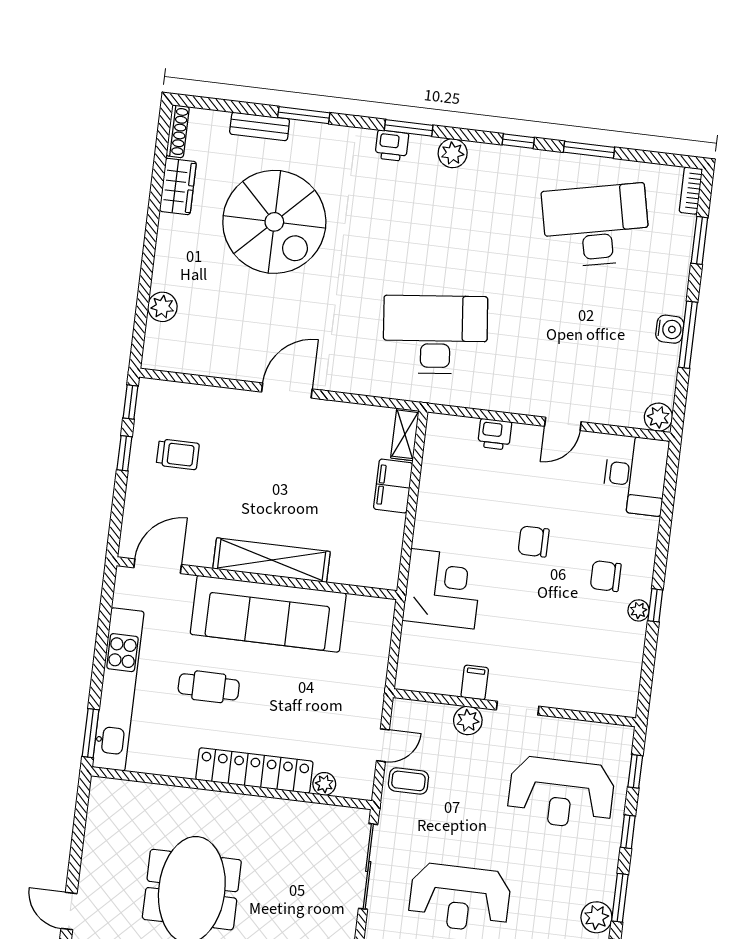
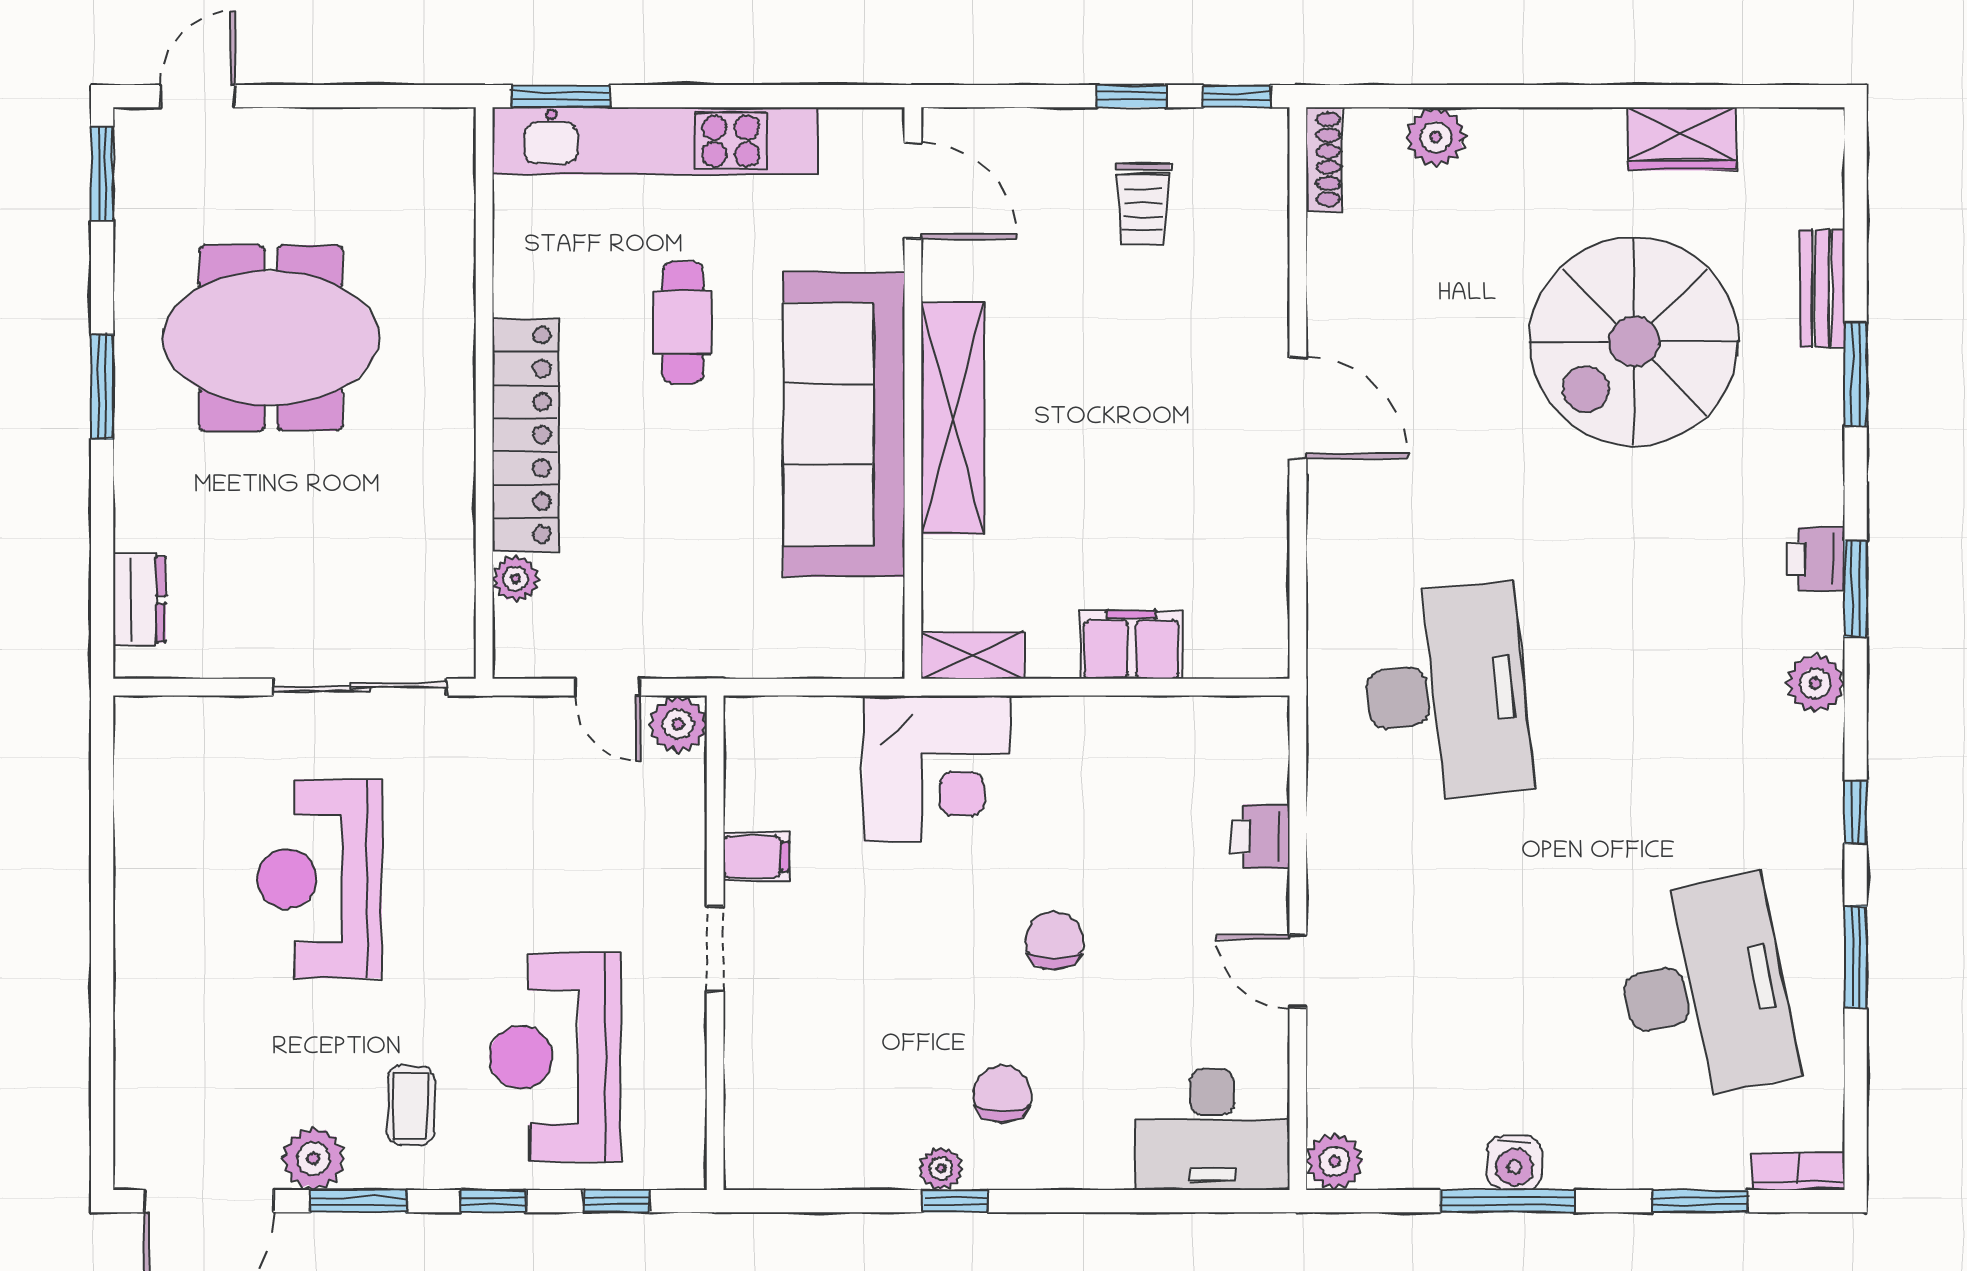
shoe rack: (178, 131) -> (1324, 159), moved, turned -90
shelving: (405, 434) -> (972, 656), moved
plant: (468, 721) -> (678, 724), moved
coffee table: (408, 781) -> (411, 1105), moved

